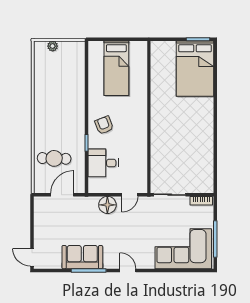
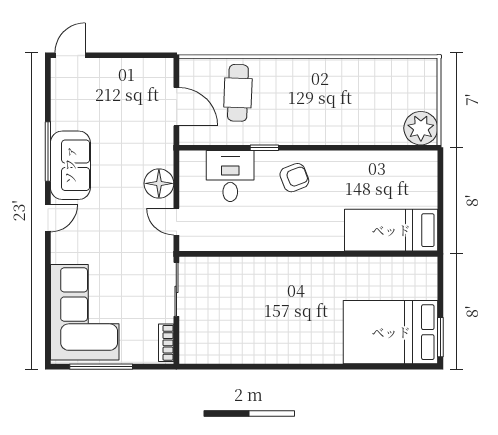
plant: (53, 46) -> (421, 128), moved, width x1.88, depth x1.88
bed: (116, 68) -> (391, 230), moved
sofa: (82, 257) -> (70, 165), moved

